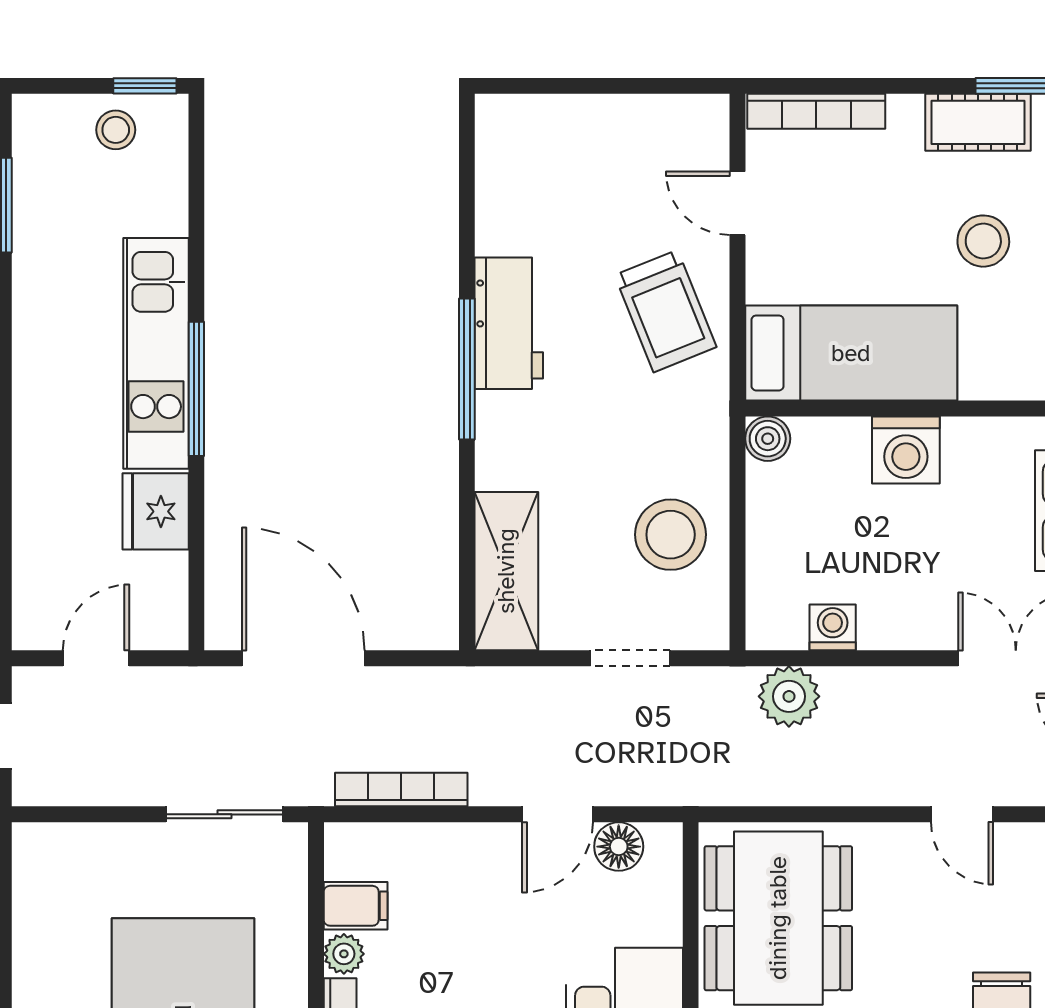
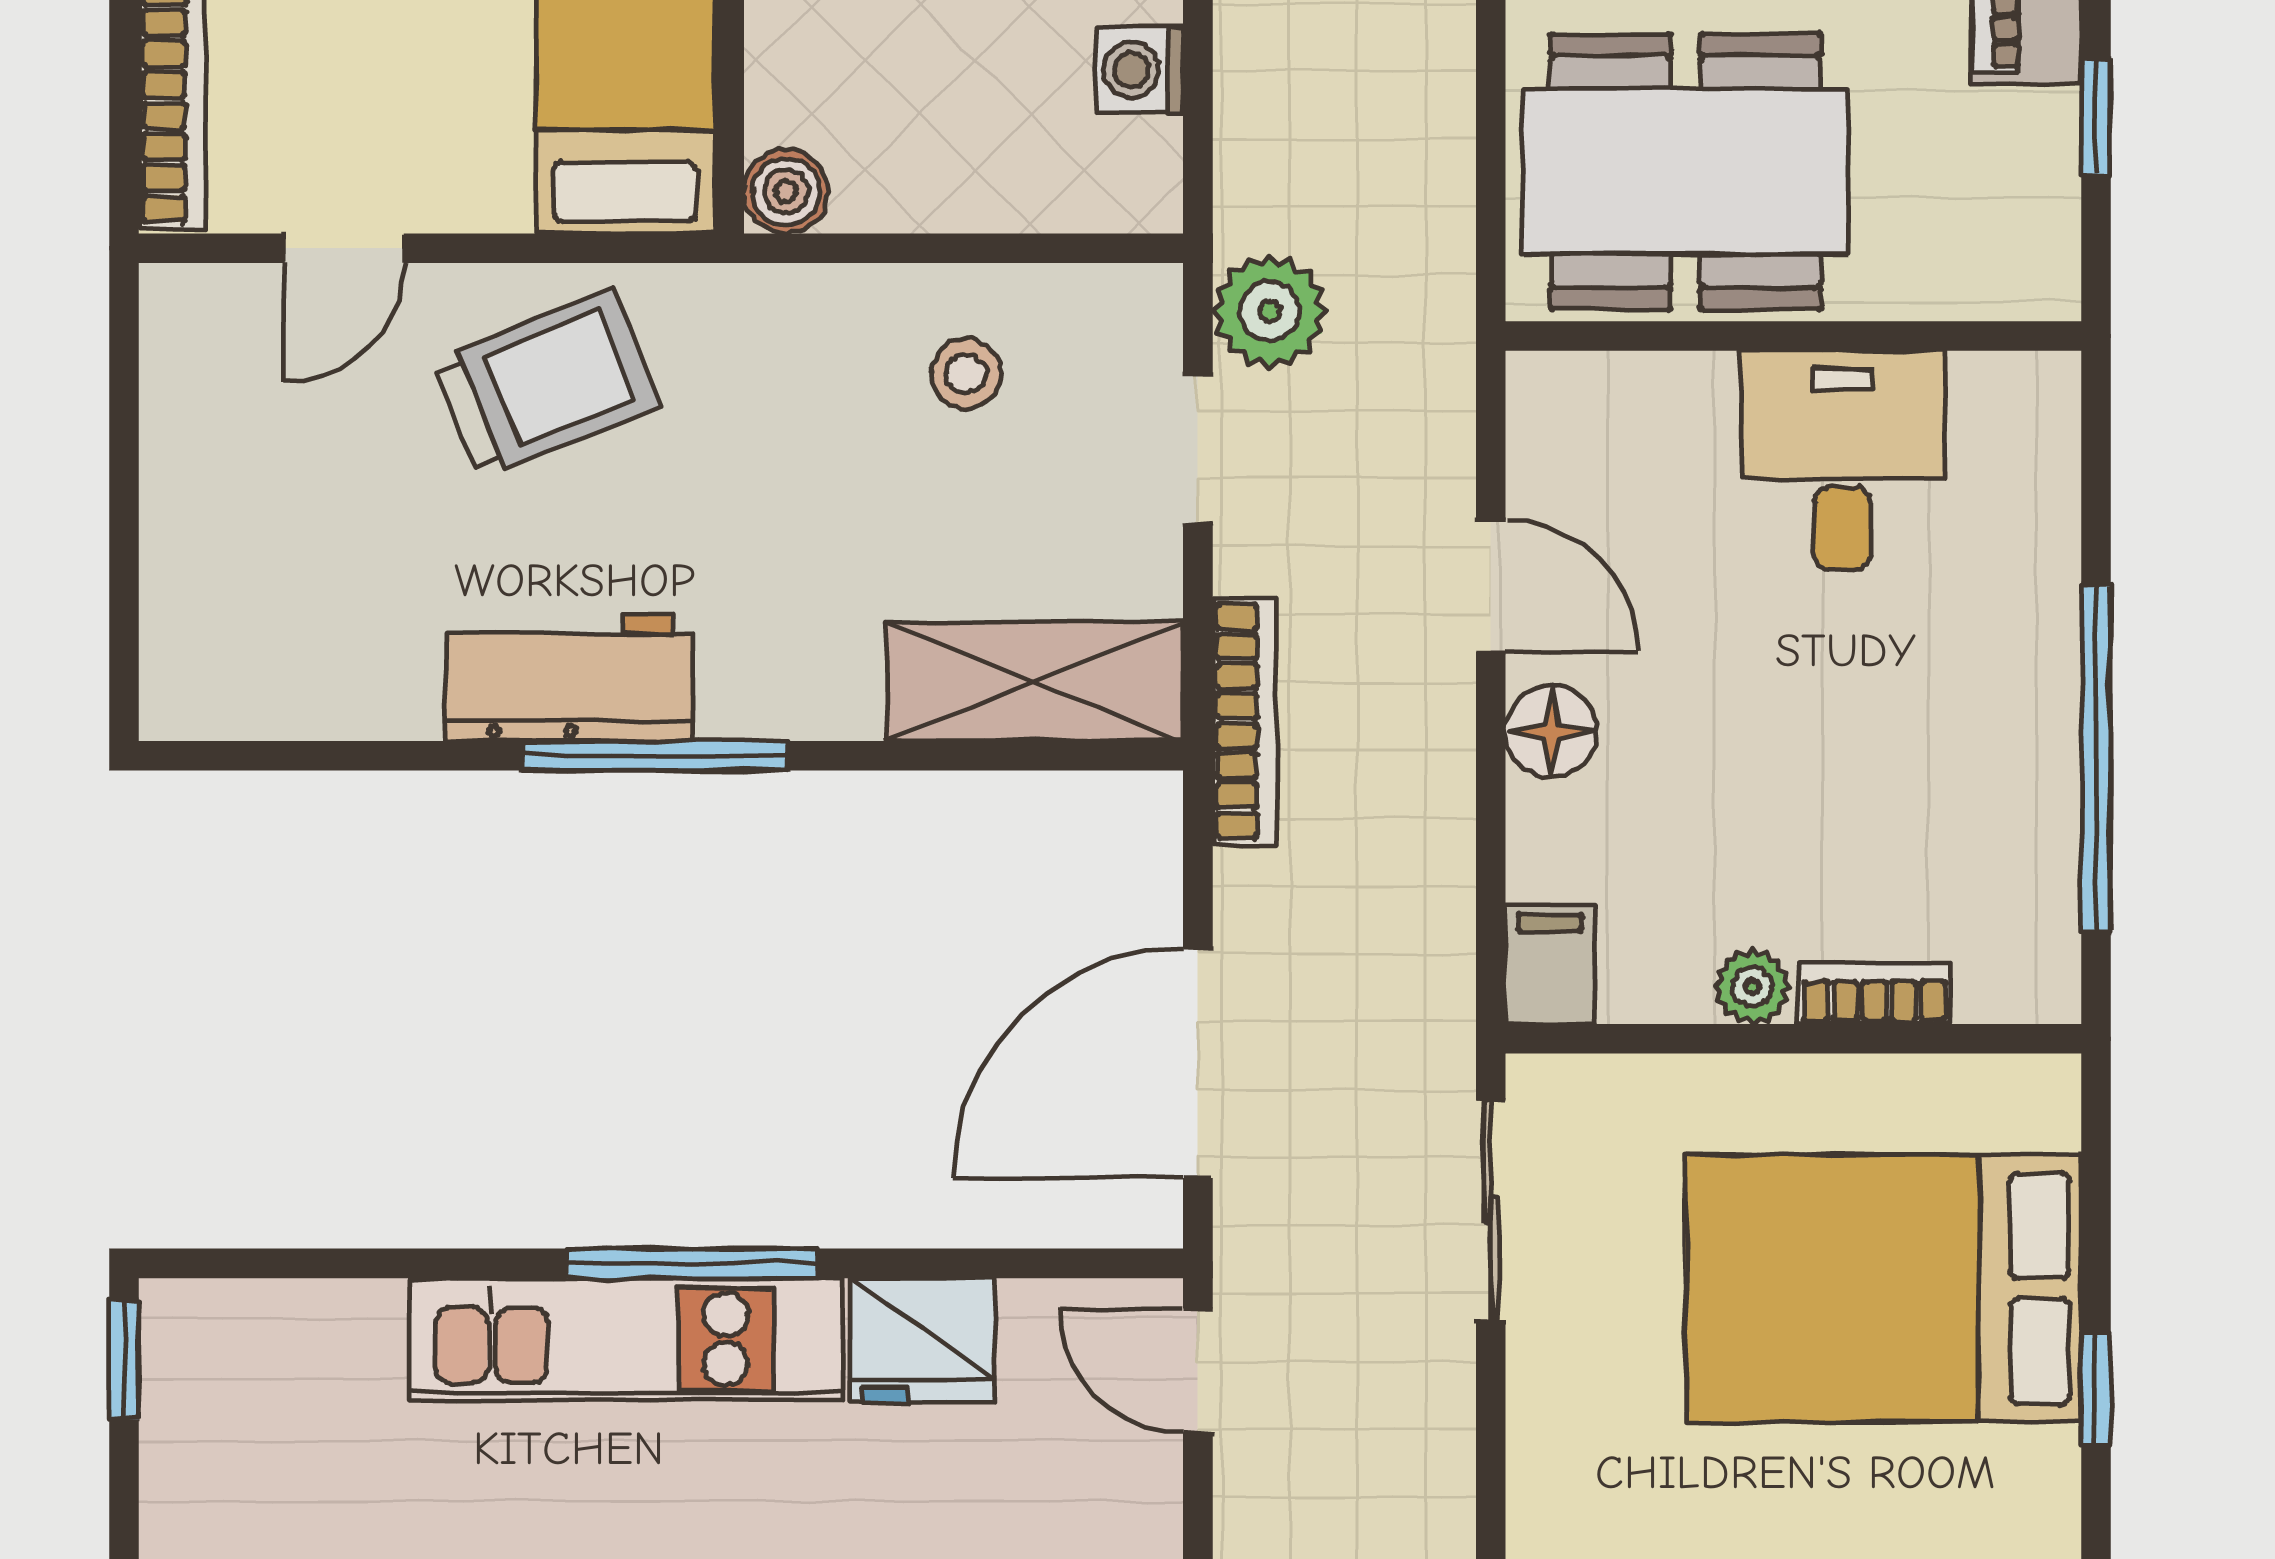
stool: (116, 130) -> (207, 1415), removed
stool: (671, 535) -> (966, 374), width x0.53, depth x0.53
door: (96, 658) -> (1198, 1370), moved
plant: (789, 696) -> (1270, 311), moved
bookcase: (401, 790) -> (1244, 721), moved, turned 180
floor lamp: (619, 847) -> (1551, 731), moved
filing cabinet: (356, 906) -> (1550, 965), moved

